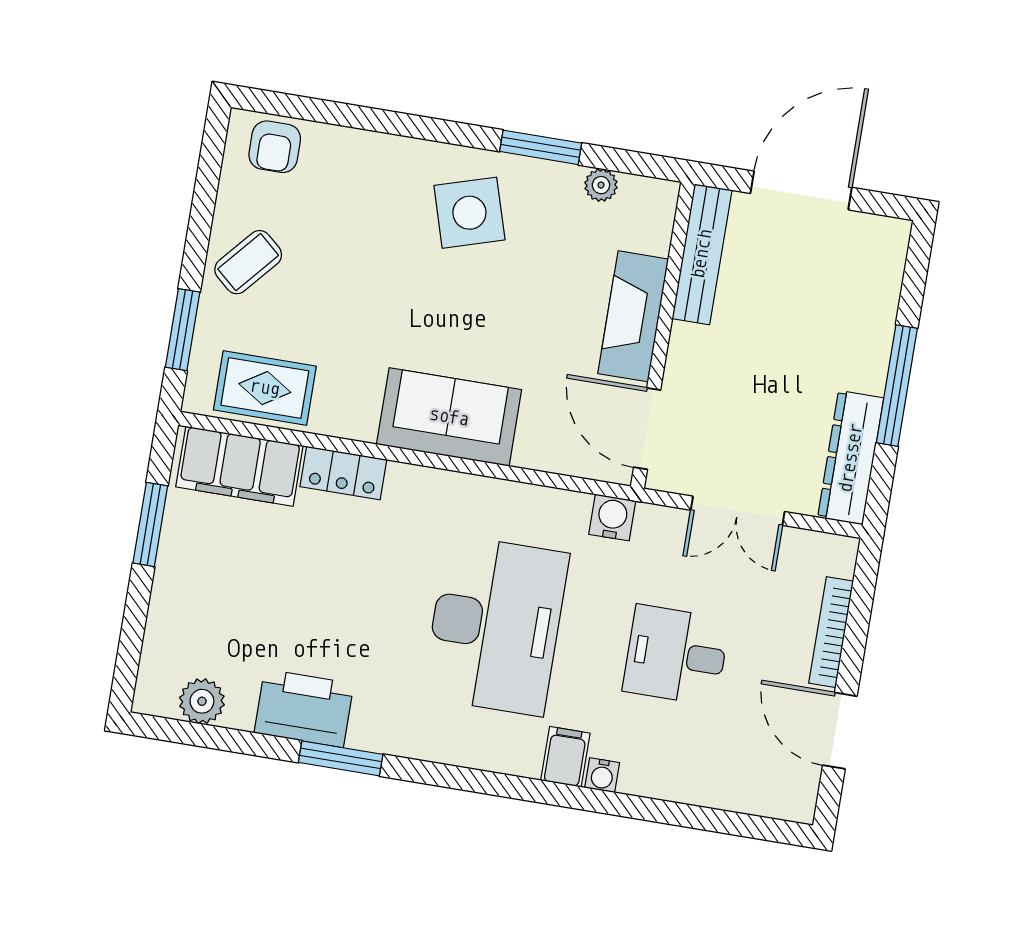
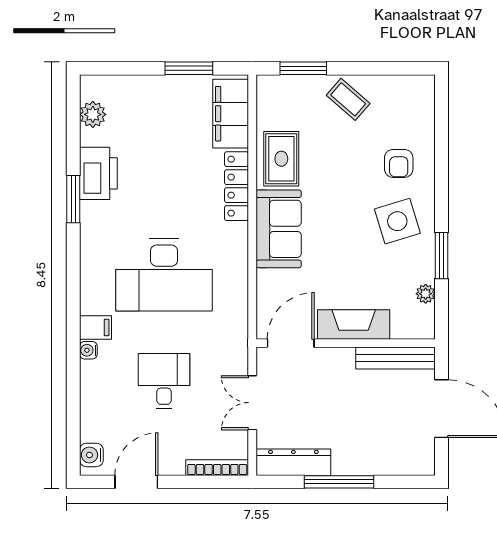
armchair: (275, 147) -> (399, 163), moved, turned -90
rug: (265, 388) -> (281, 159), moved
locker: (343, 473) -> (237, 186), width x1.53
water cooler: (612, 517) -> (91, 455), moved, turned 180
bookcase: (831, 632) -> (217, 468), moved

